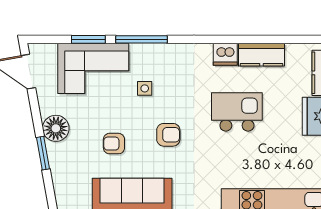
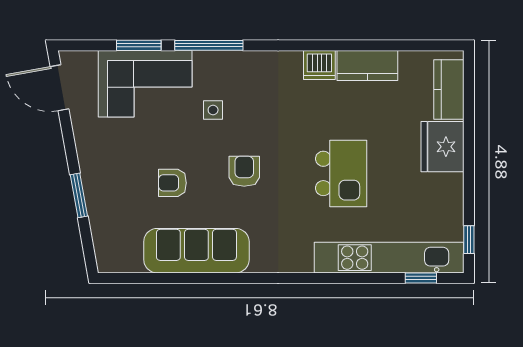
kitchen island: (237, 112) -> (341, 173), moved, turned 90
floor lamp: (56, 128) -> (96, 163), removed
armchair: (168, 135) -> (244, 171), turned -90

